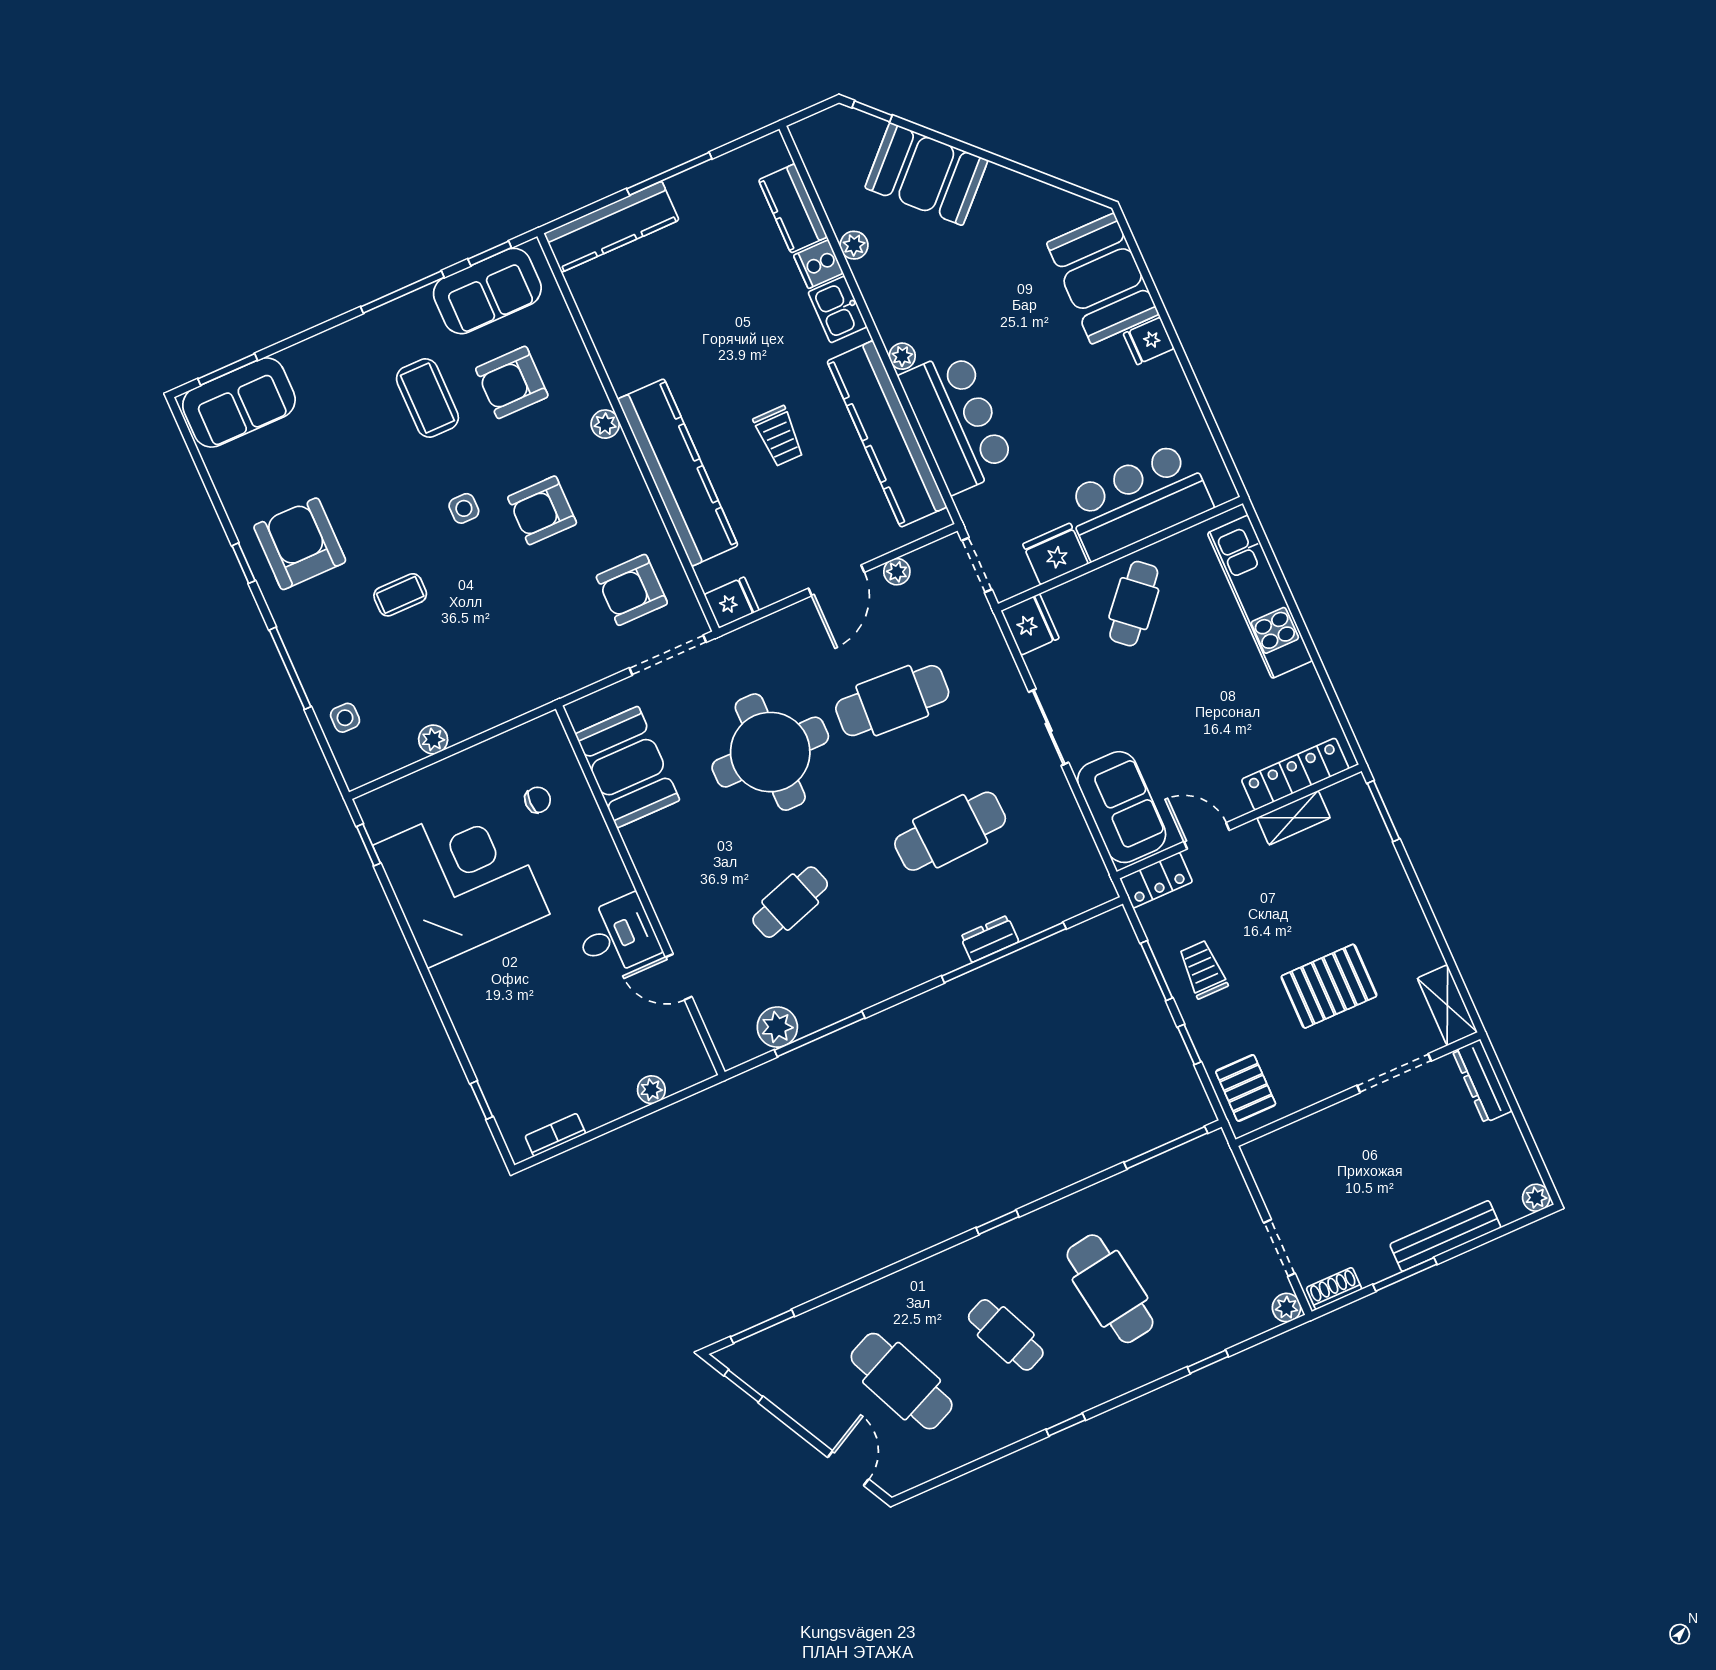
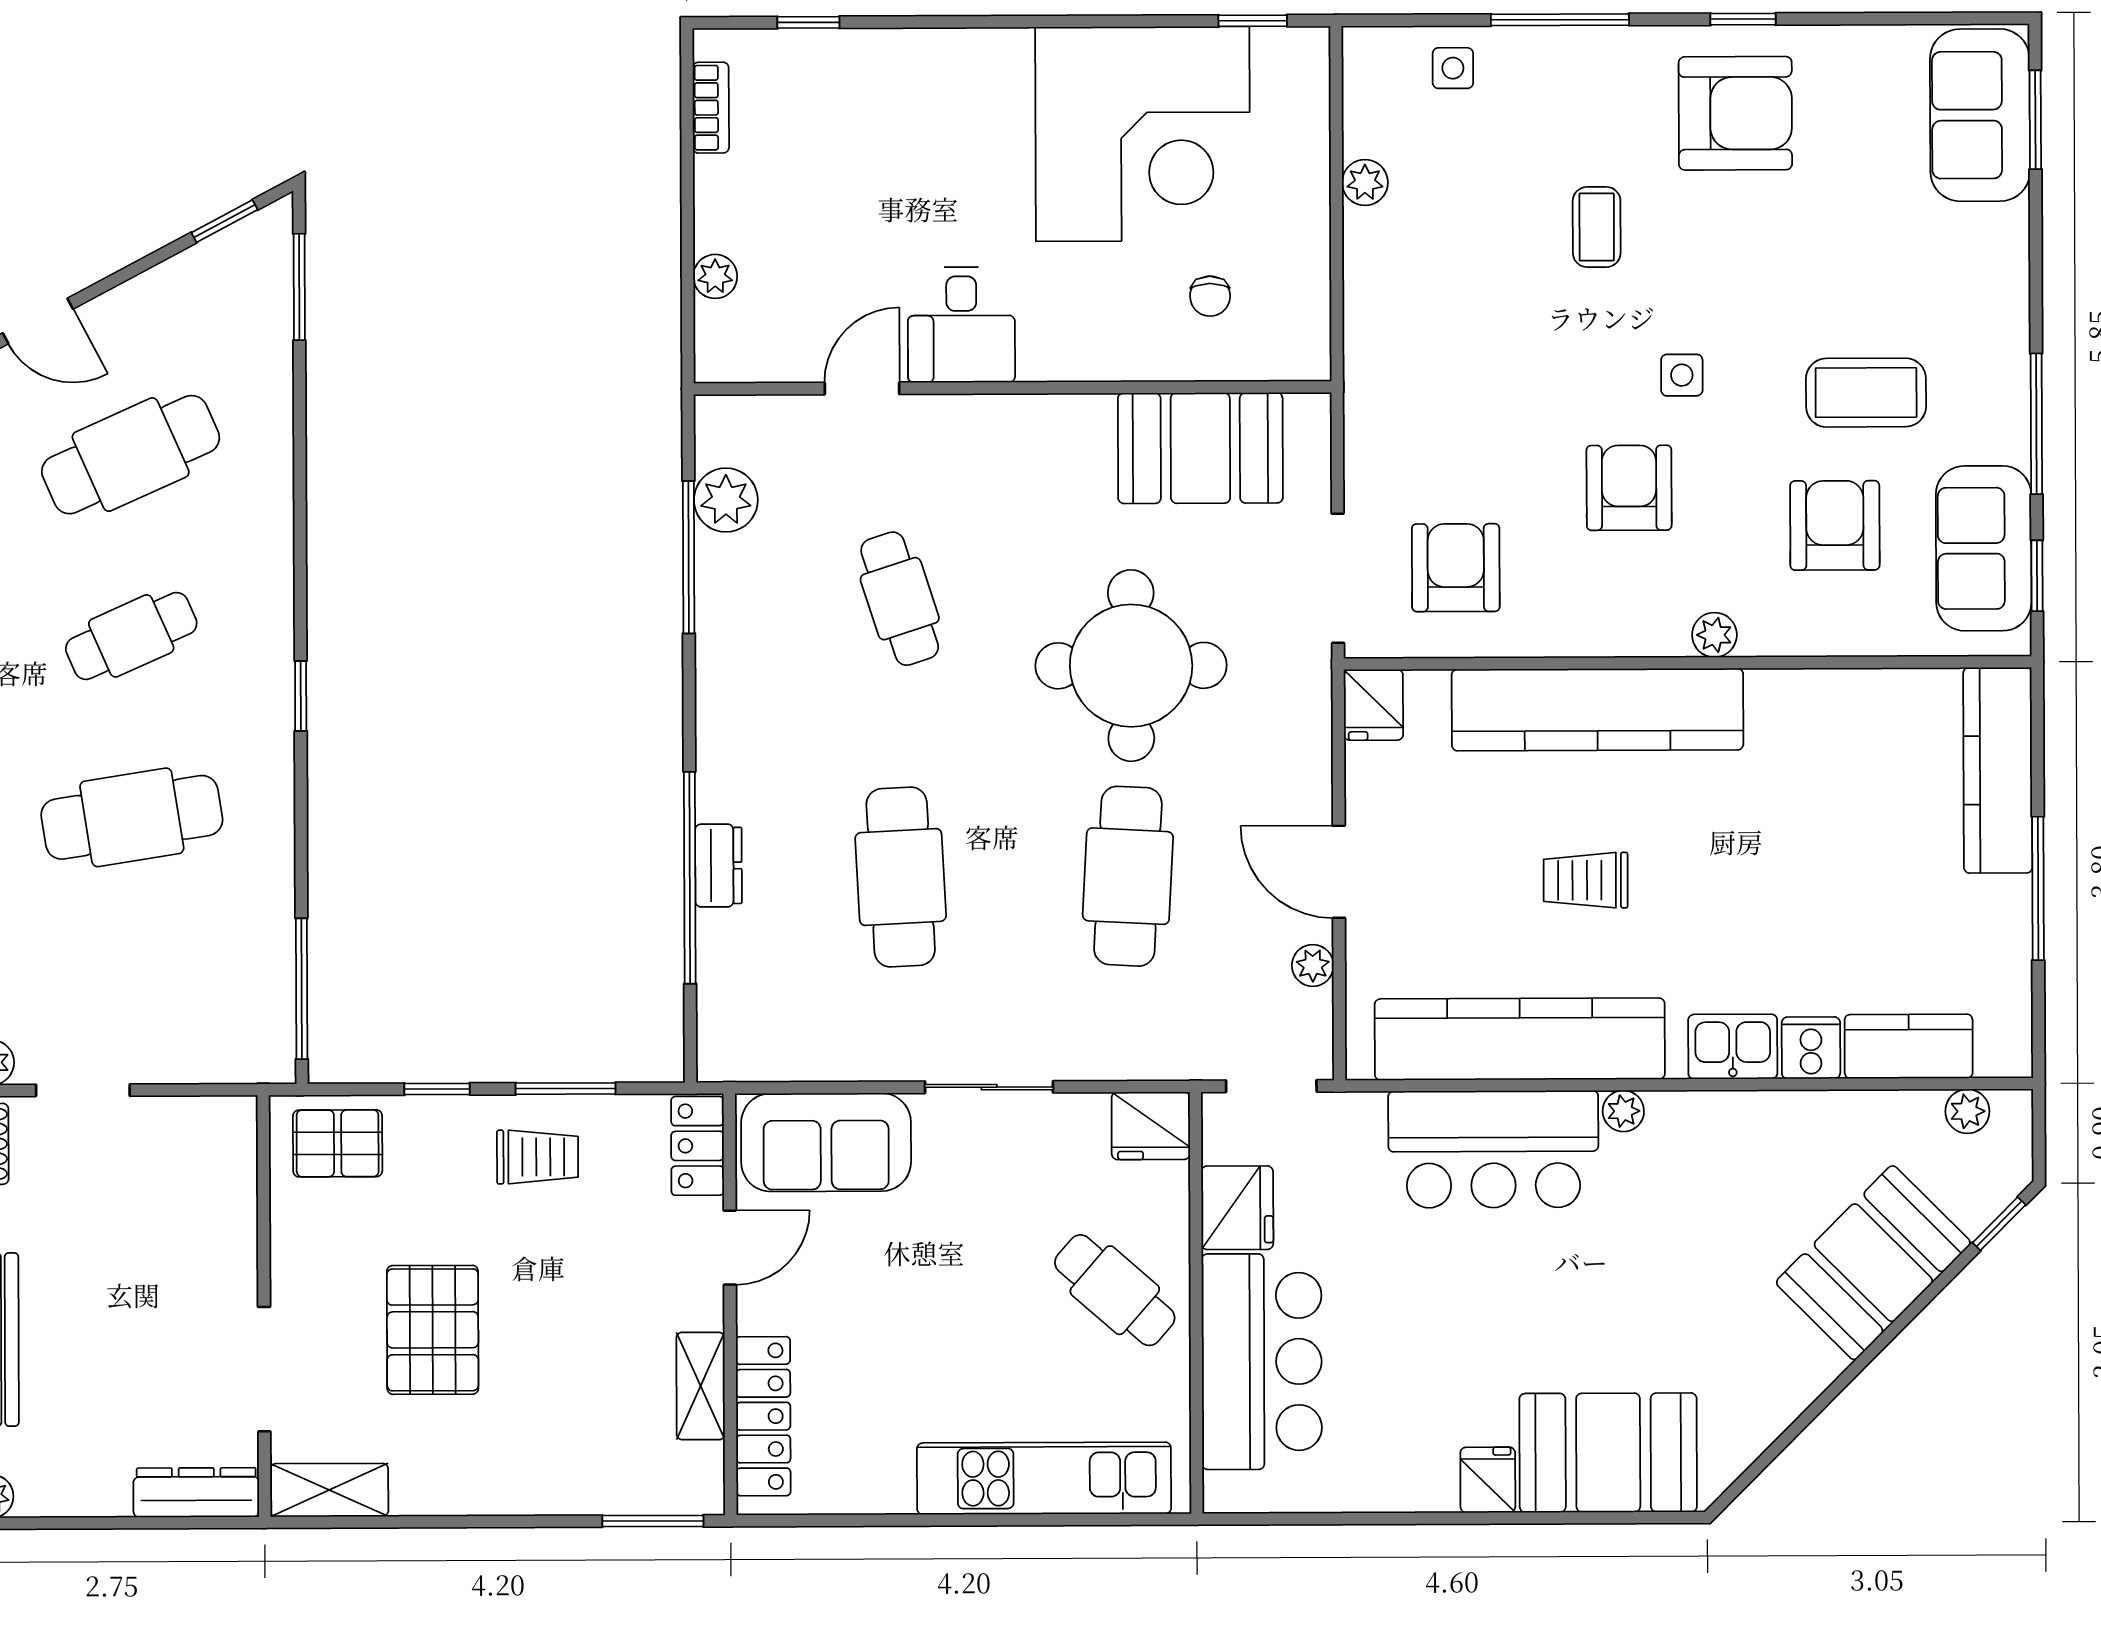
plant: (854, 245) -> (1967, 1111), moved

